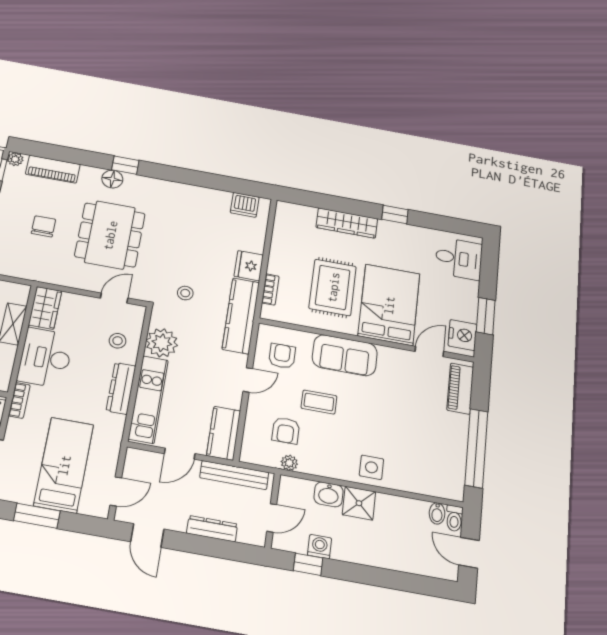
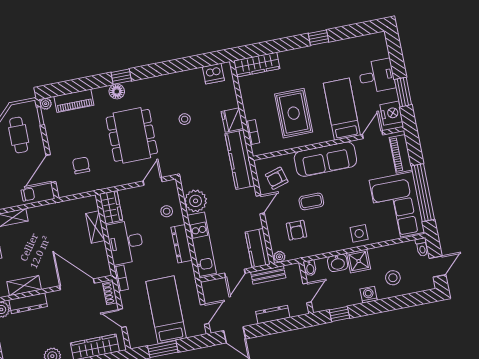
wardrobe: (347, 223) -> (257, 65), moved
chair: (43, 226) -> (81, 165), moved
desk: (459, 258) -> (377, 76), moved
stool: (185, 293) -> (185, 119), moved
bed: (389, 305) -> (342, 109), width x0.67
sofa: (345, 355) -> (325, 159), width x1.36
armchair: (282, 356) -> (277, 178), turned -106
corner sofa: (435, 452) -> (397, 206), added
plant: (289, 463) -> (279, 257), moved
bench: (234, 475) -> (268, 275), width x0.73
bidet: (437, 513) -> (310, 268), moved
stool: (401, 544) -> (393, 278), added
washing machine: (320, 547) -> (369, 295), moved
door: (469, 553) -> (438, 267), swing flipped

